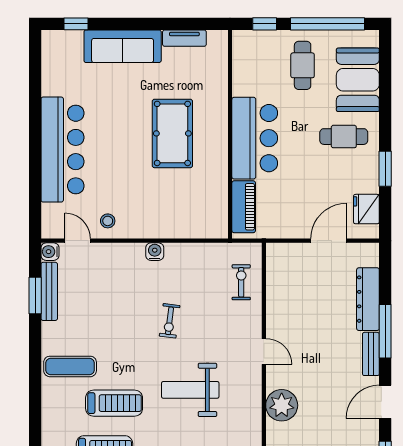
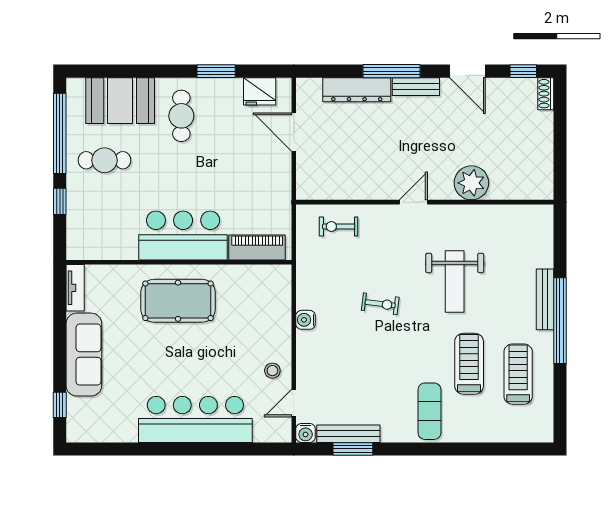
wall: (230, 134) -> (179, 262), moved
bar counter: (255, 138) -> (183, 236), moved
piano: (244, 207) -> (257, 247), moved

